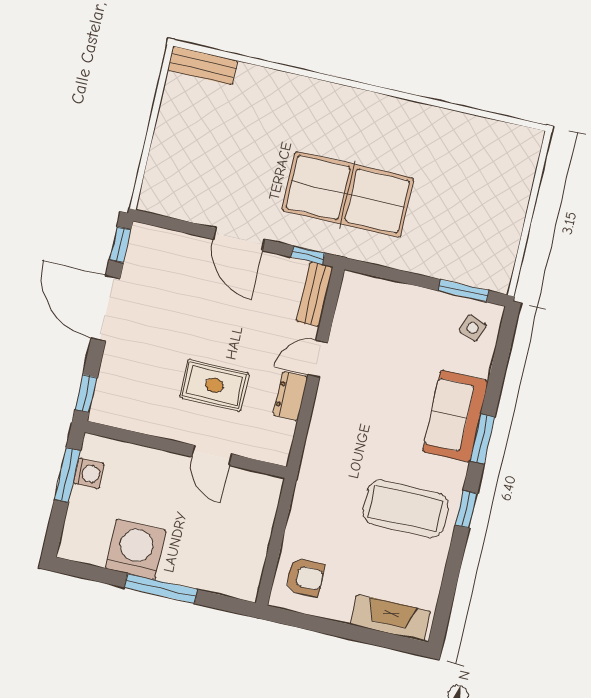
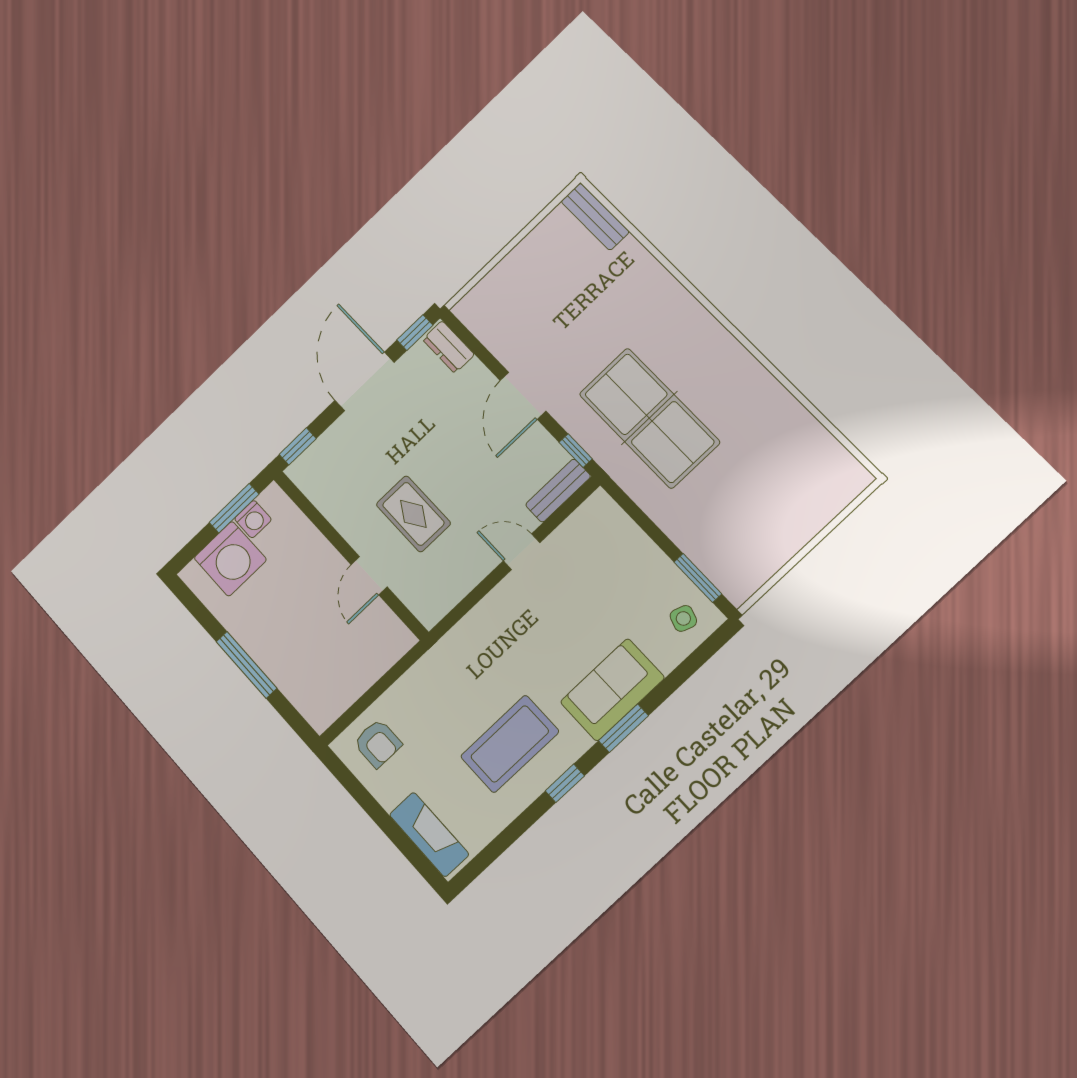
dresser: (290, 396) -> (448, 347), moved, turned -90
coffee table: (406, 509) -> (510, 744), turned 90
washing machine: (136, 549) -> (230, 559), moved, turned 90

